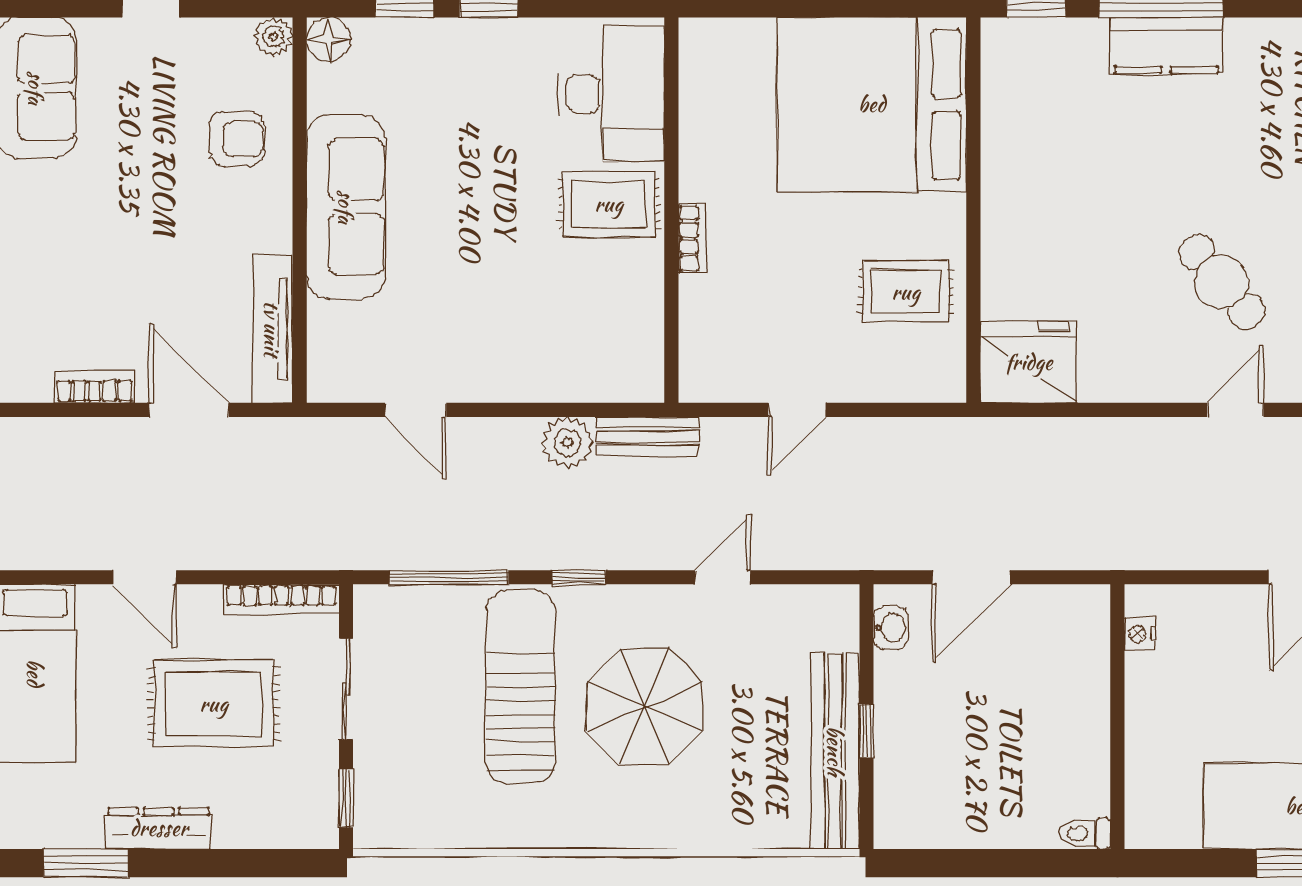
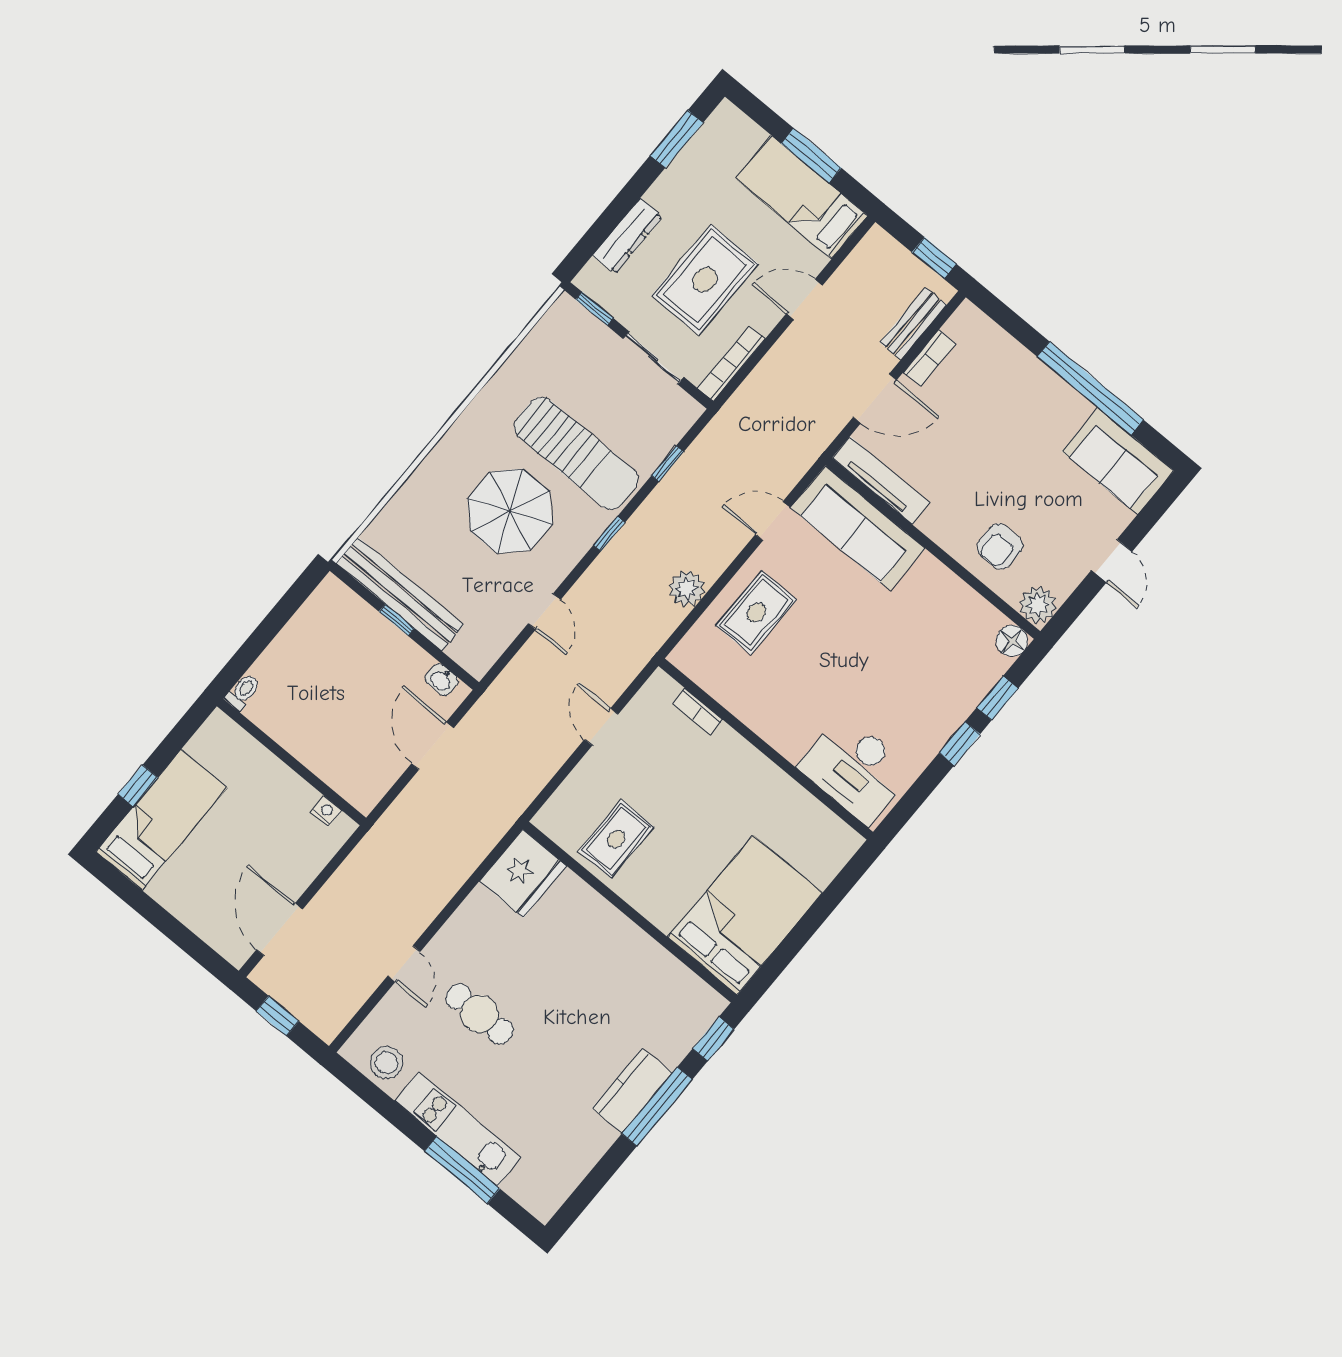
plant: (273, 37) -> (1038, 605), width x1.38, depth x1.38
bed: (872, 104) -> (745, 915), width x0.73
rug: (609, 204) -> (756, 613), moved
sofa: (346, 207) -> (858, 528), moved
bookcase: (692, 238) -> (698, 711), moved
cafe table: (1222, 282) -> (479, 1014), turned 40
bench: (648, 436) -> (913, 324), moved
window: (449, 577) -> (668, 464), width x0.46
dresser: (159, 828) -> (628, 236), moved

